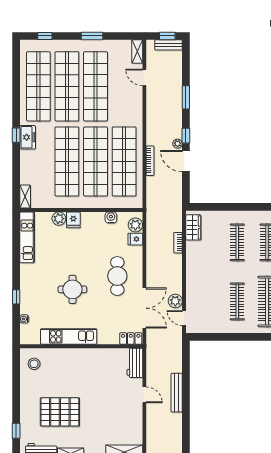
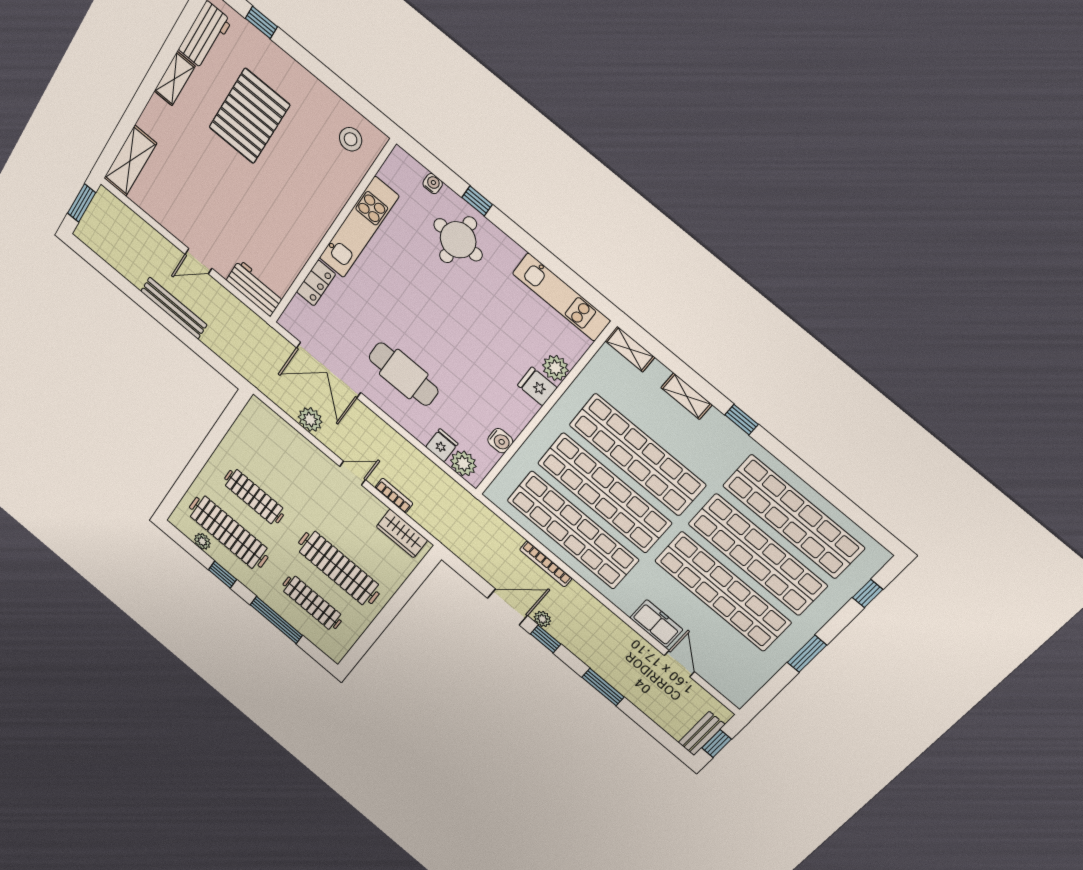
shelving: (137, 51) -> (687, 396), moved
door: (144, 77) -> (679, 664), hinge flipped
freezer: (28, 137) -> (656, 624), moved, turned 180
clothes rail: (237, 242) -> (339, 568), width x1.37, depth x1.31
round table: (72, 289) -> (458, 240), moved
door: (184, 318) -> (353, 473), moved
locker: (131, 339) -> (316, 283), moved

